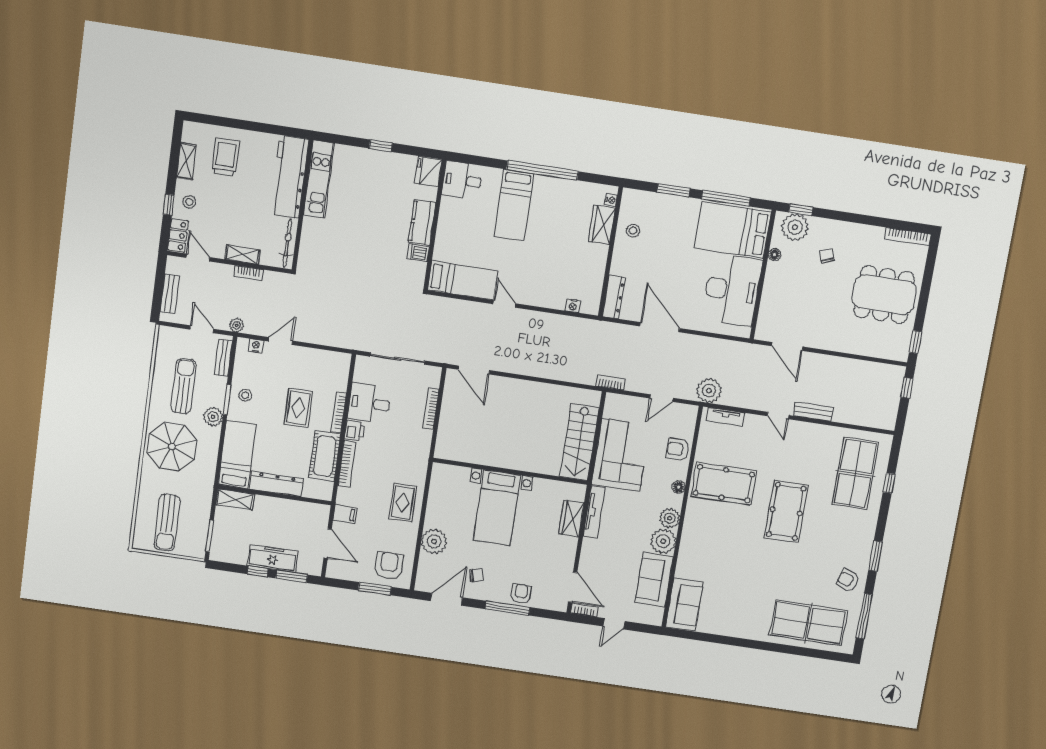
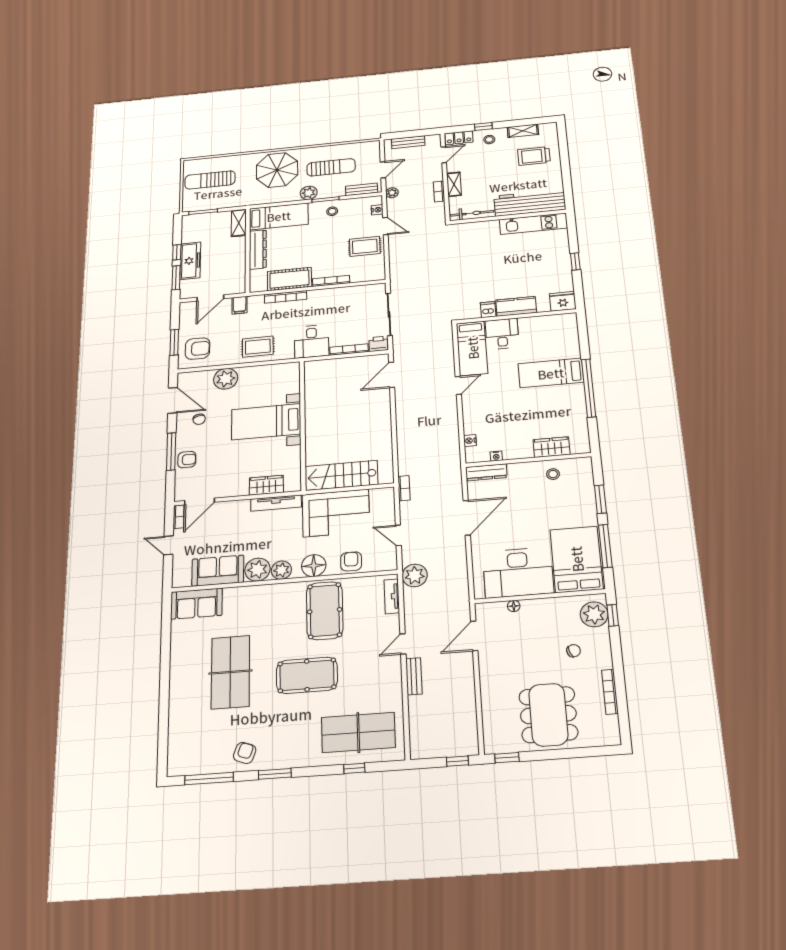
trolley: (226, 157) -> (534, 156), turned 180
desk: (462, 180) -> (502, 334), moved
nightstand: (611, 200) -> (496, 456), moved
bookcase: (908, 237) -> (610, 692), moved
floor lamp: (775, 255) -> (514, 606), moved
desk: (369, 403) -> (312, 341), moved, turned 180
rug: (298, 408) -> (365, 246), moved
printer: (355, 431) -> (378, 344), moved, turned 180
floor lamp: (679, 487) -> (314, 566), width x1.89, depth x1.89
table tennis table: (809, 623) -> (230, 672), moved

